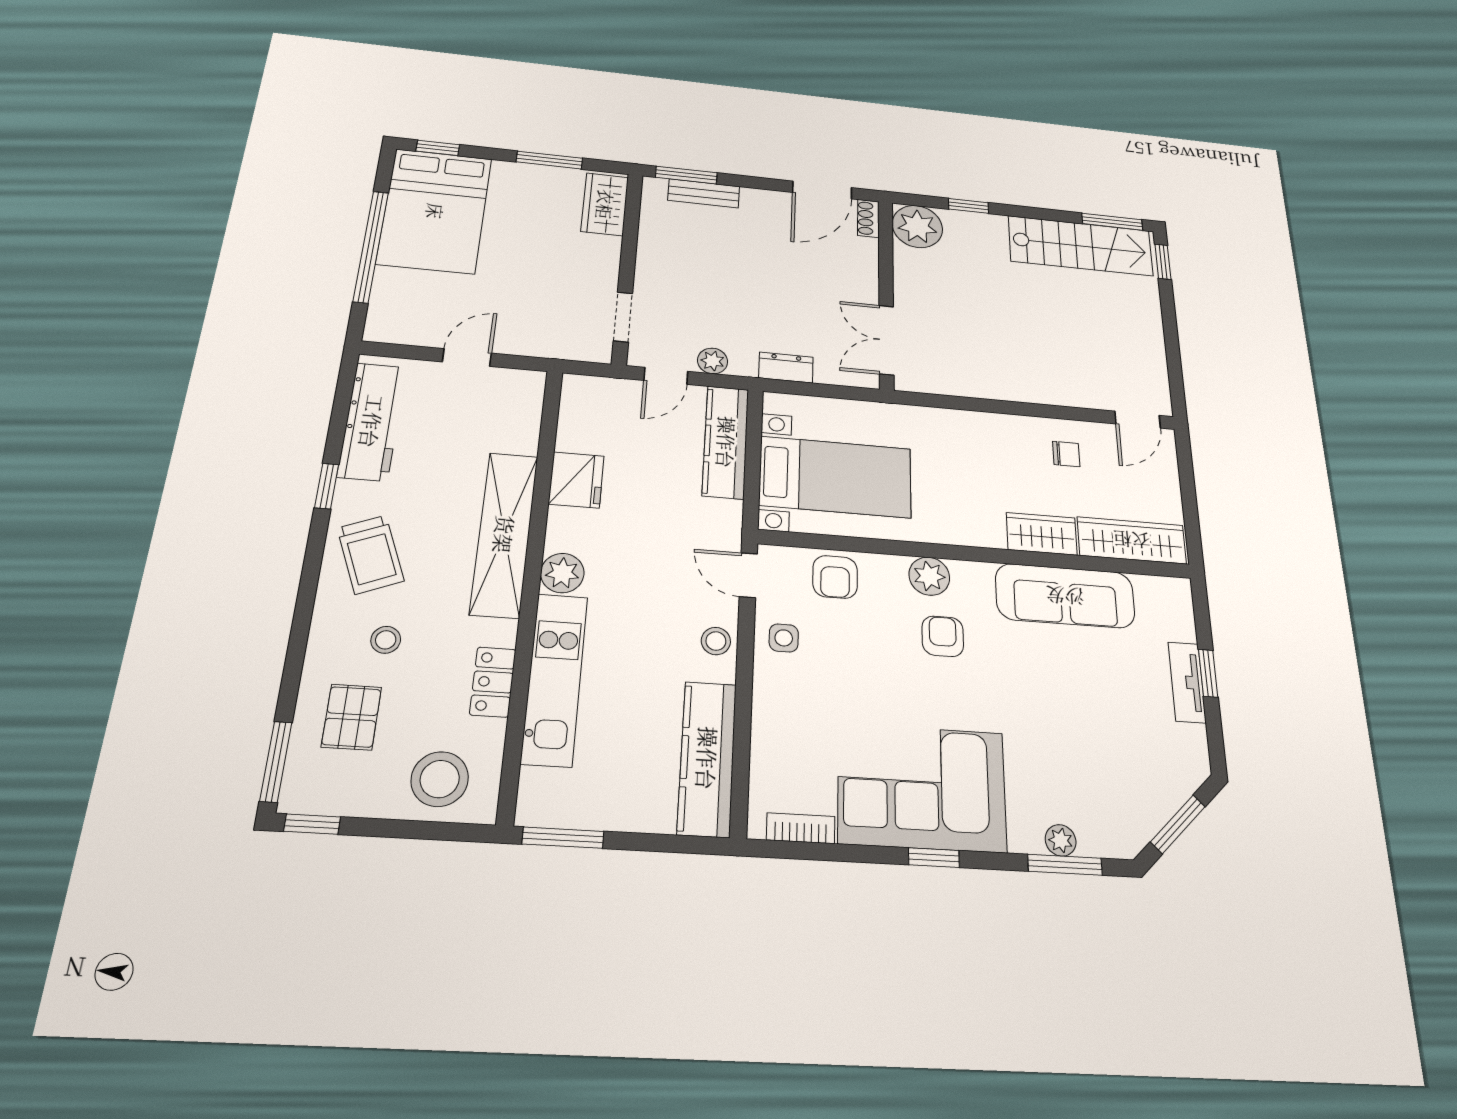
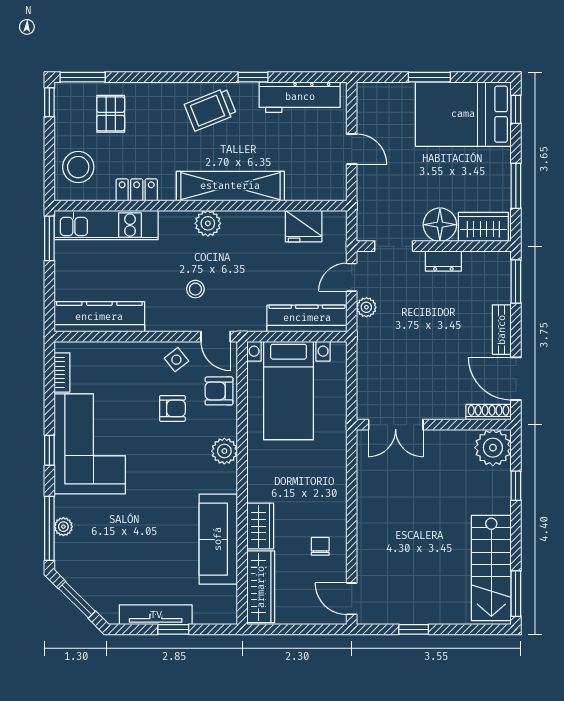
bench: (704, 193) -> (502, 330), moved
shoe rack: (868, 218) -> (489, 412), width x1.43
window: (371, 246) -> (429, 77), width x0.47
floor lamp: (596, 256) -> (440, 225), added
window: (1163, 262) -> (414, 629), moved
double door: (886, 340) -> (396, 425), swing flipped
dresser: (786, 368) -> (443, 261), moved, turned 90
door: (666, 376) -> (352, 277), hinge flipped
chair: (1066, 454) -> (320, 546), turned 180
fridge: (576, 480) -> (304, 226), moved
door: (748, 575) -> (216, 337), swing flipped
armchair: (943, 636) -> (172, 408), moved
side table: (784, 638) -> (176, 360), turned -38
stool: (386, 640) -> (158, 126), removed
stool: (716, 641) -> (195, 289), moved
kitchen unit: (555, 679) -> (106, 225), moved
tv unit: (1187, 682) -> (156, 615), width x1.41
pallet: (352, 717) -> (111, 114), turned 90
window: (1065, 865) -> (49, 528), width x1.44

